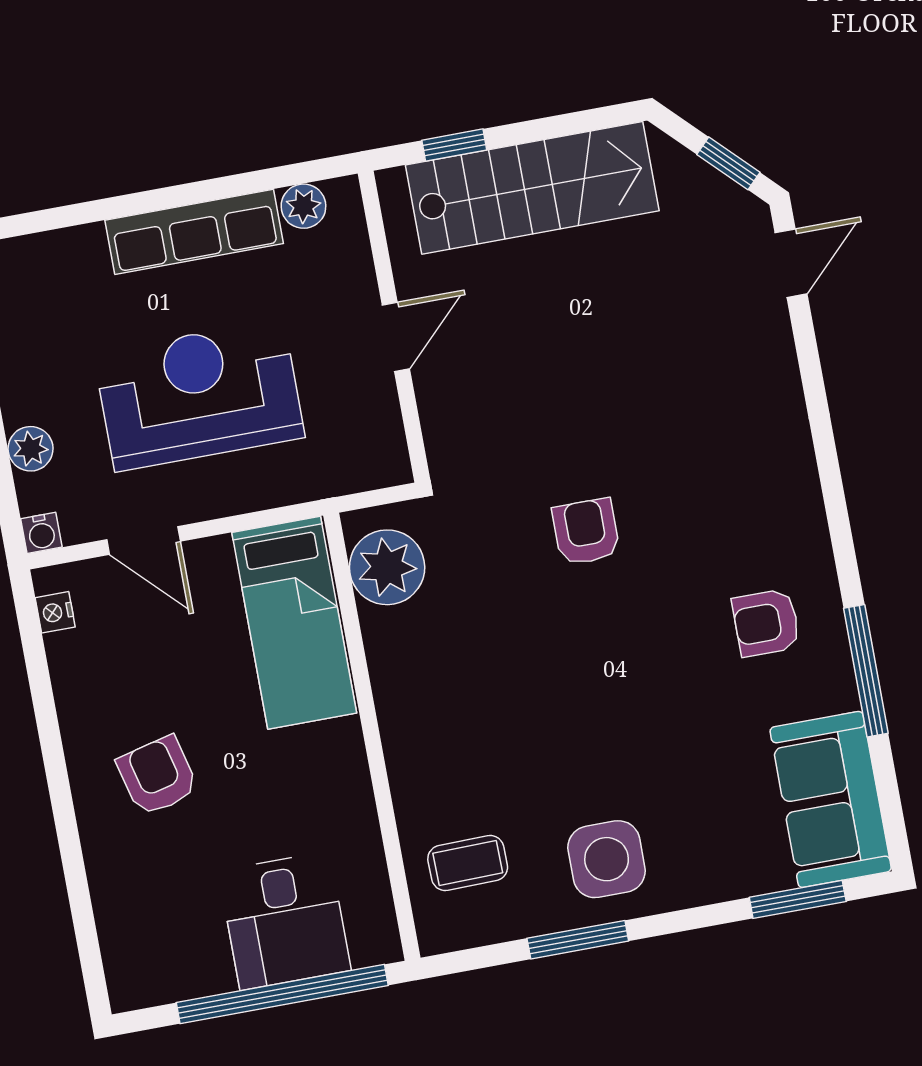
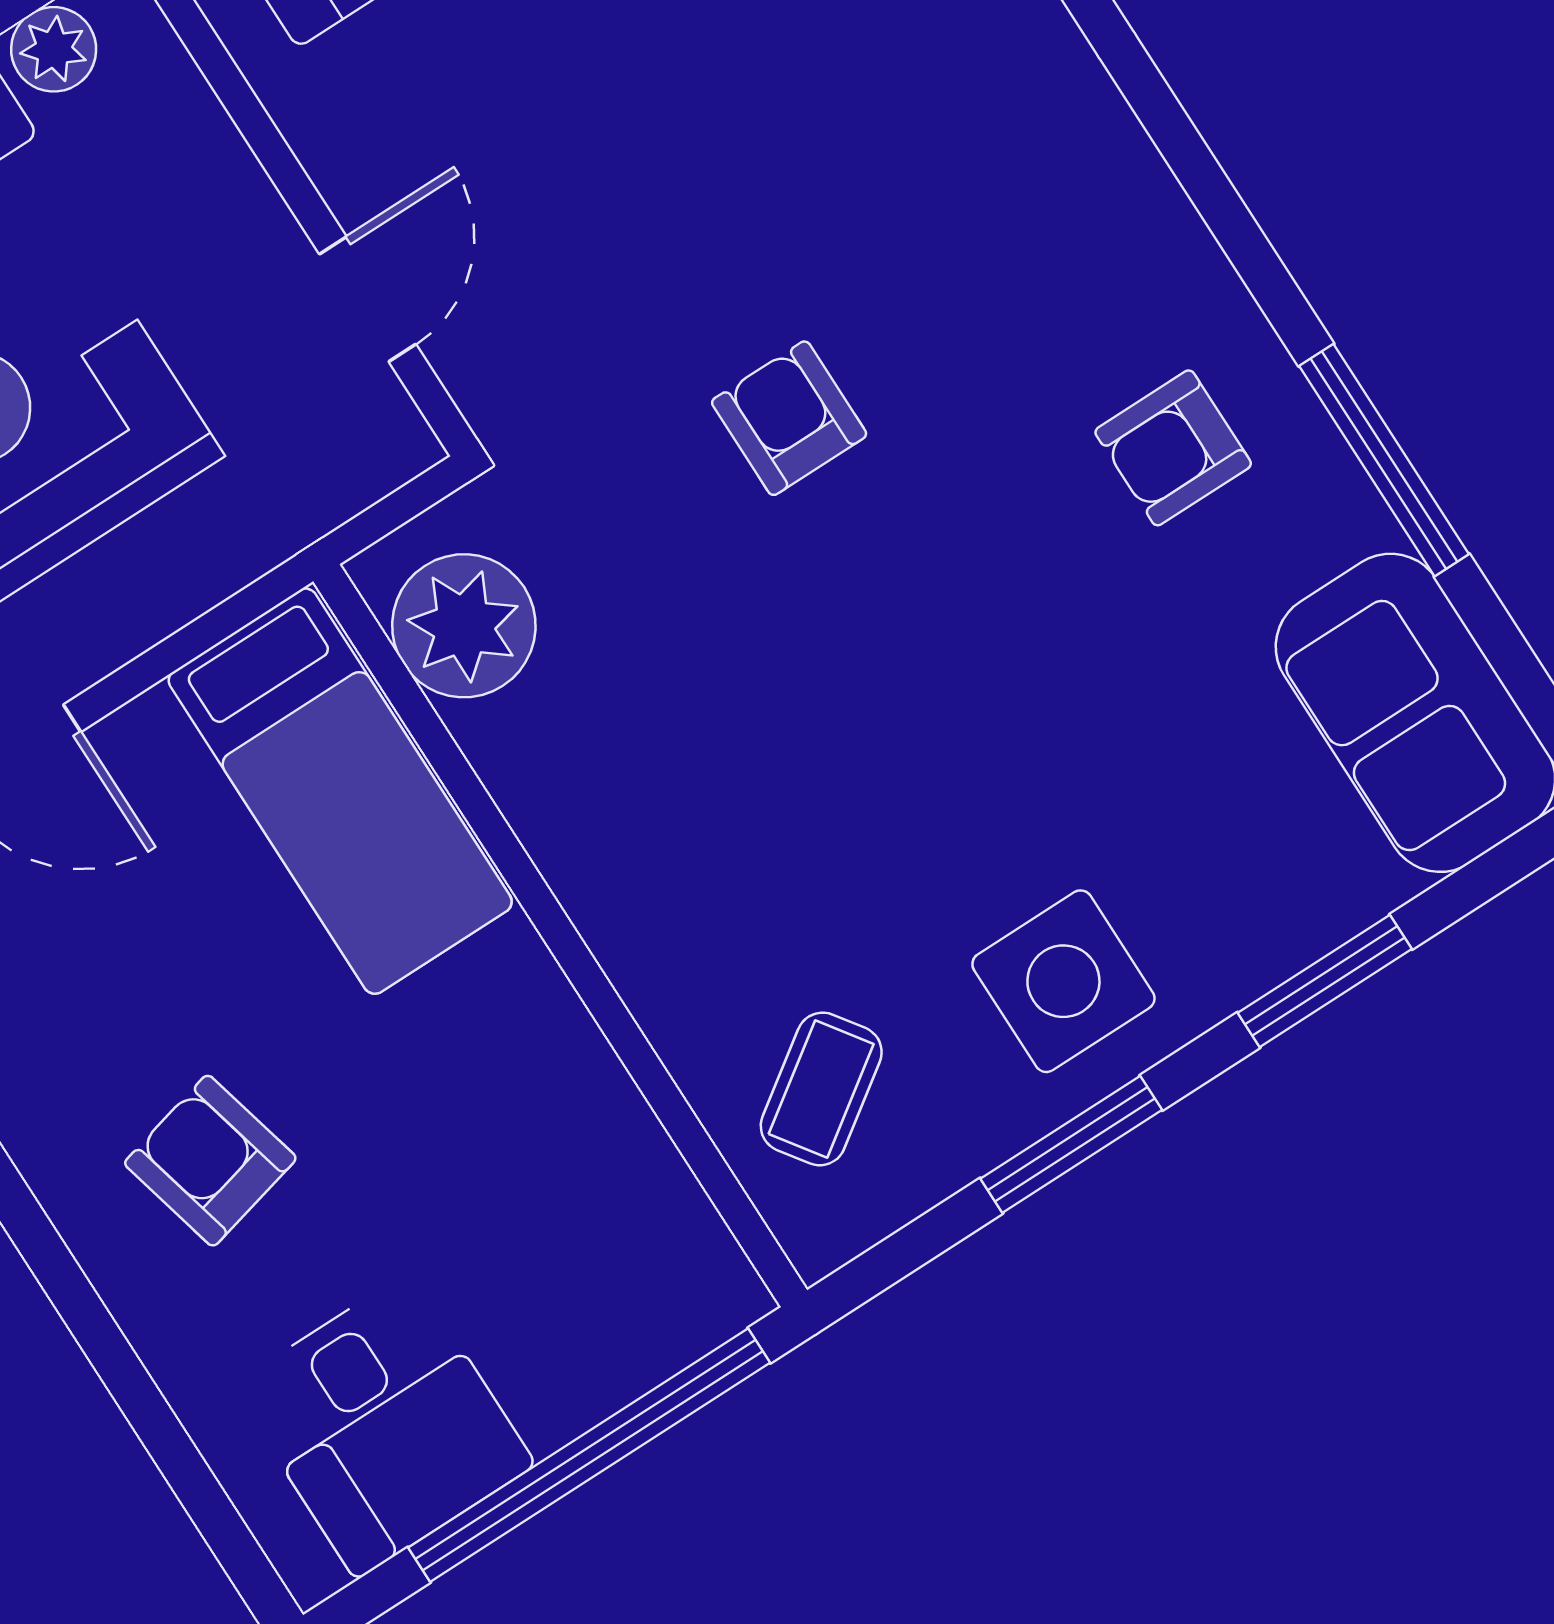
door: (396, 337) -> (368, 299), moved
coffee table: (468, 863) -> (821, 1089), turned -34
window: (798, 899) -> (1325, 981), moved
desk: (285, 921) -> (383, 1425), moved

